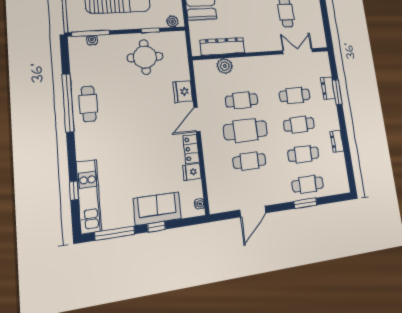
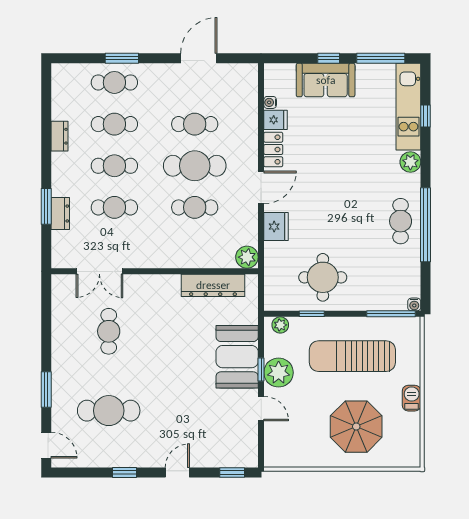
water cooler: (92, 40) -> (414, 304), moved
plant: (225, 66) -> (247, 257), moved
plant: (84, 151) -> (410, 162), added
water cooler: (200, 204) -> (270, 102), moved

